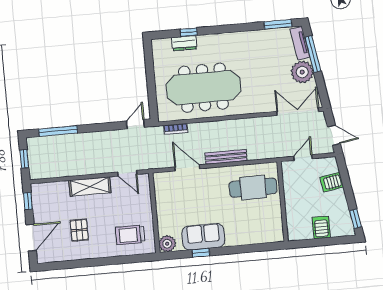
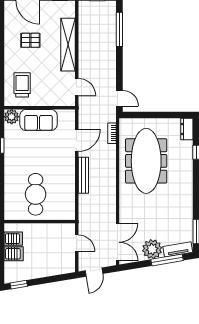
dresser: (184, 43) -> (187, 129), moved
door: (127, 173) -> (77, 87), swing flipped
server rack: (332, 182) -> (13, 239), moved, turned 99
shelving: (90, 186) -> (68, 45), width x1.47
cafe table: (253, 188) -> (36, 194), moved
sofa: (203, 237) -> (39, 120), moved, turned 90

